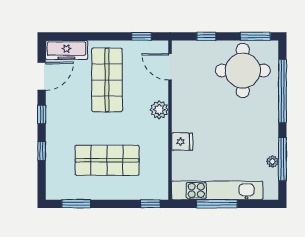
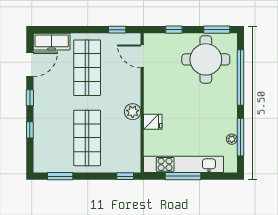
plant: (159, 110) -> (133, 112), moved
shop shelf: (107, 160) -> (87, 138), turned 90

